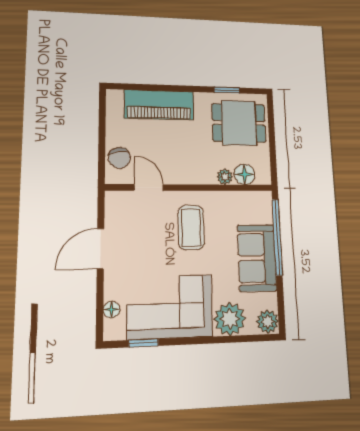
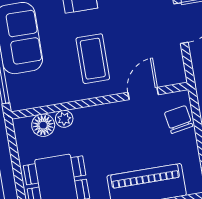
door: (149, 187) -> (143, 93), swing flipped

